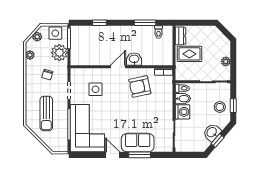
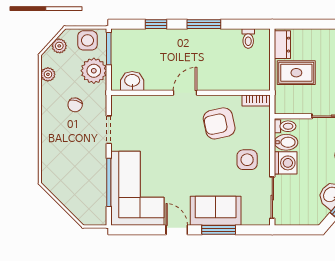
window: (145, 23) -> (204, 24), moved
washbasin: (134, 59) -> (132, 81), moved
side table: (95, 89) -> (247, 160), moved
sun lounger: (46, 114) -> (73, 165), removed

